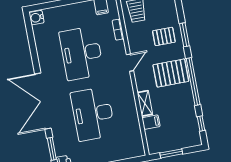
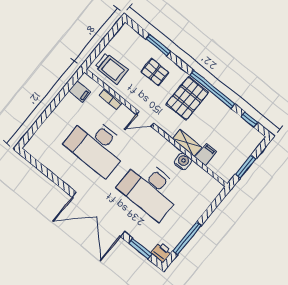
water cooler: (37, 18) -> (183, 161), moved, turned 180
window: (184, 35) -> (158, 45), moved
pallet: (164, 36) -> (155, 72), turned 90
door: (130, 63) -> (145, 119), swing flipped

